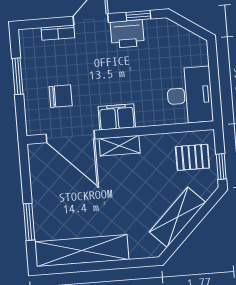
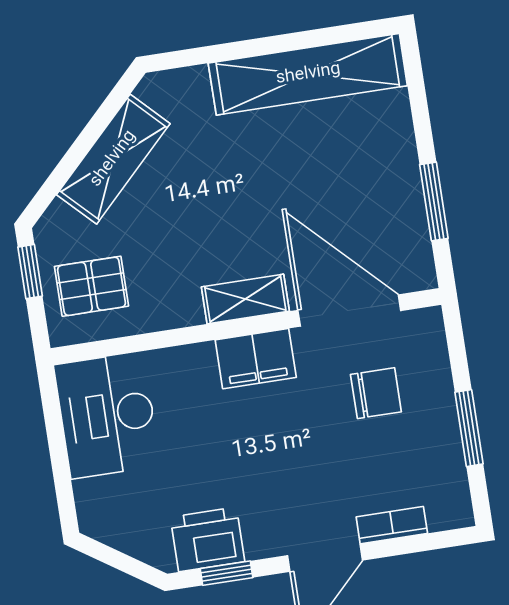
printer: (127, 34) -> (208, 539), moved
chair: (61, 96) -> (376, 393), turned 180
window: (29, 222) -> (434, 201), moved

